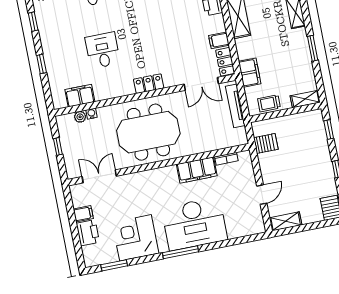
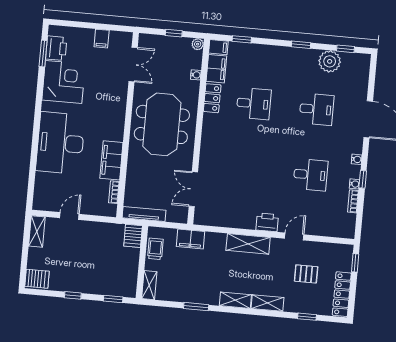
filing cabinet: (219, 40) -> (218, 47), moved, turned 90
locker: (225, 62) -> (208, 218), removed
window: (42, 64) -> (242, 39), moved
locker: (149, 84) -> (212, 98), moved
tv unit: (235, 106) -> (144, 214), moved
plant: (80, 117) -> (198, 44), moved
server rack: (266, 144) -> (133, 236), moved
door: (262, 195) -> (69, 216), swing flipped
printer: (88, 233) -> (56, 48), moved, turned -90
window: (180, 252) -> (37, 121), removed

